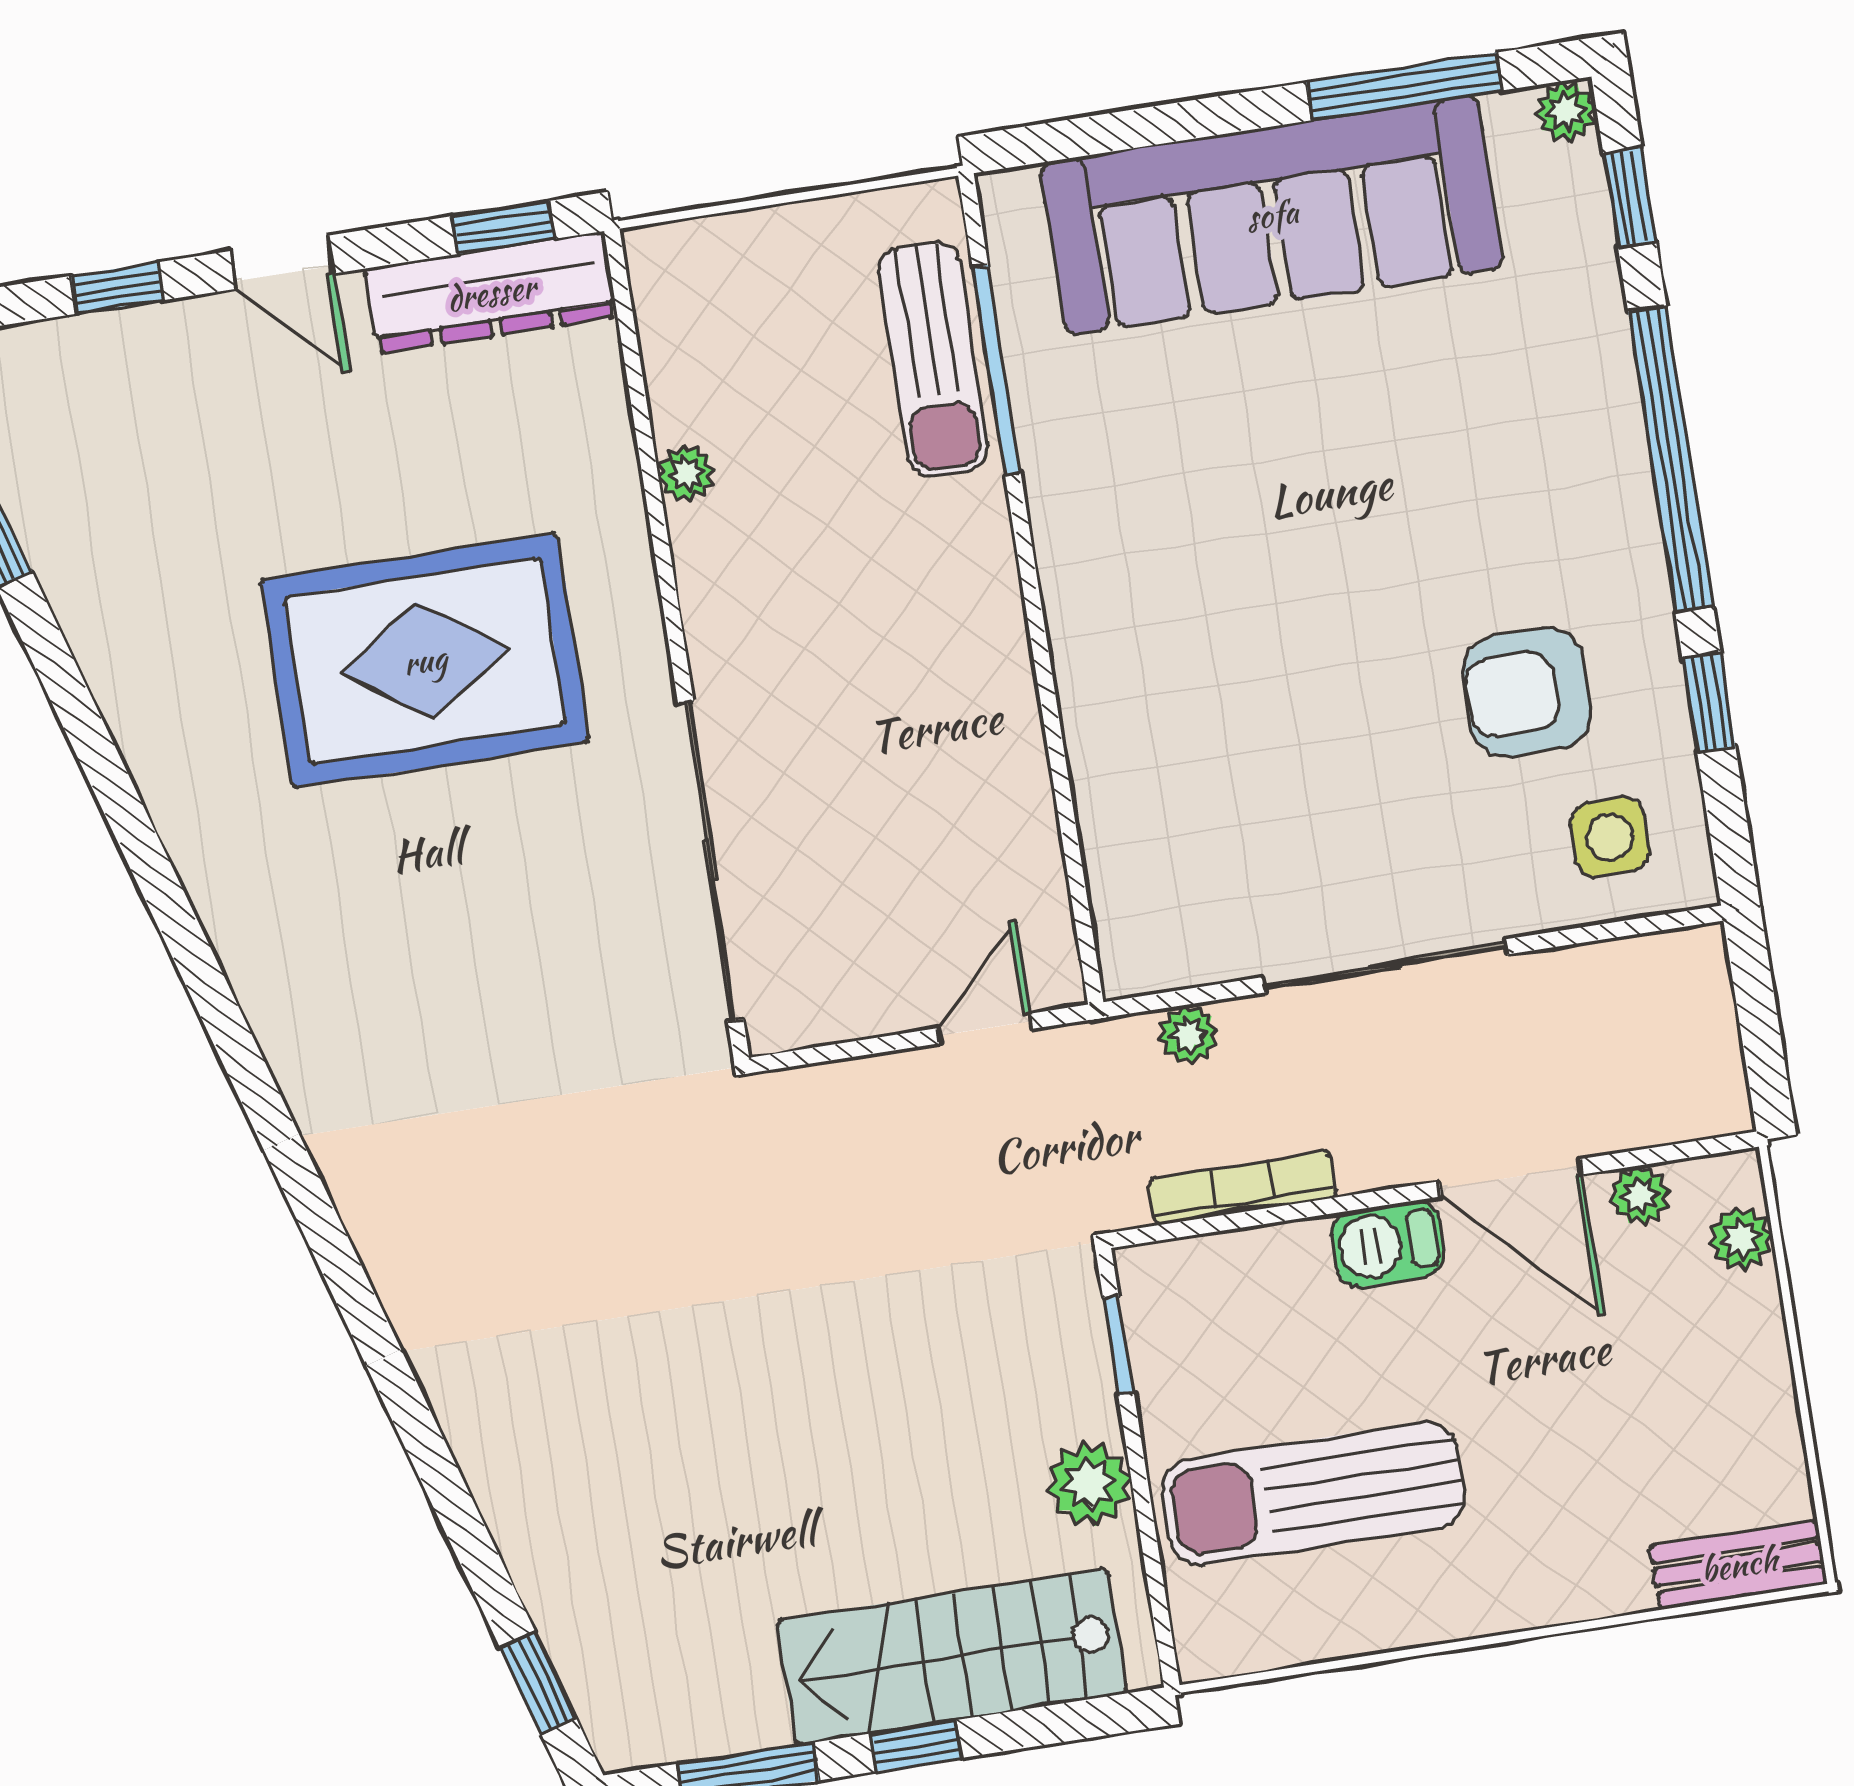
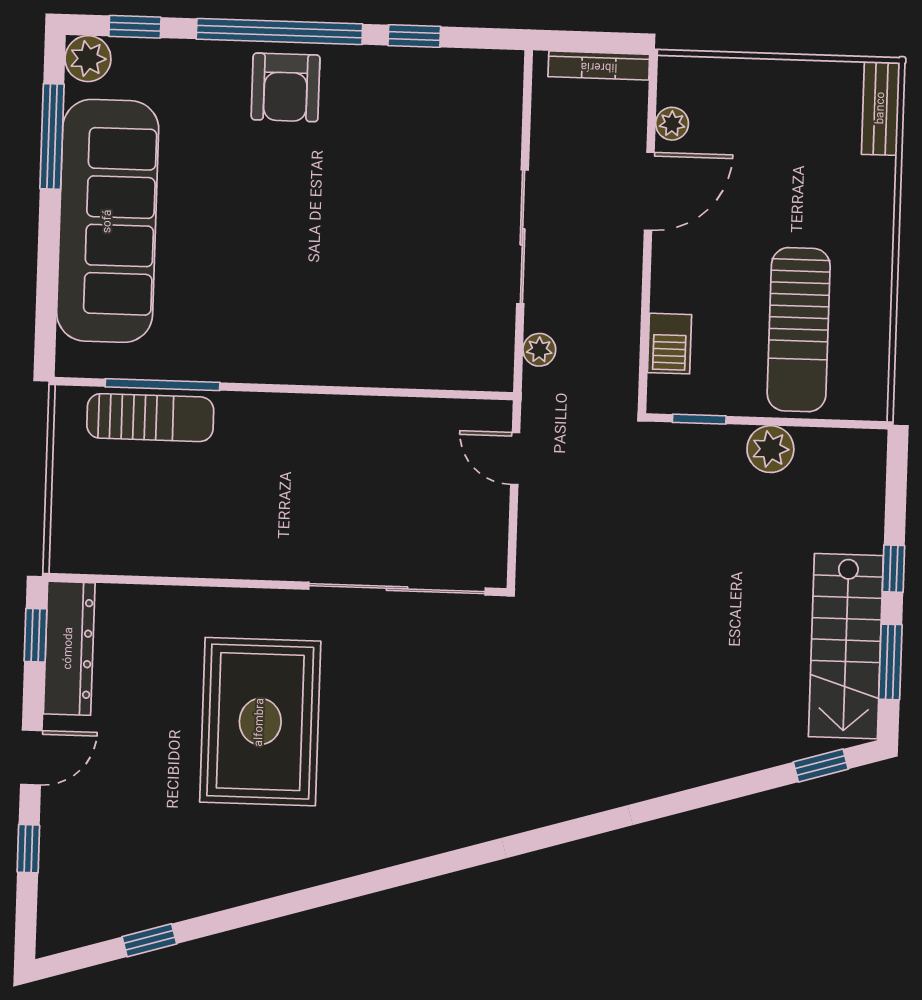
plant: (1566, 111) -> (88, 59), width x1.38, depth x1.38
plant: (687, 474) -> (186, 562), removed
armchair: (1527, 692) -> (286, 87), moved
side table: (1610, 837) -> (476, 103), removed
bookcase: (1243, 1188) -> (599, 66), moved, turned -90
plant: (1741, 1239) -> (706, 74), removed
barbecue: (1388, 1244) -> (670, 344), moved
stairs: (952, 1657) -> (846, 646), moved

